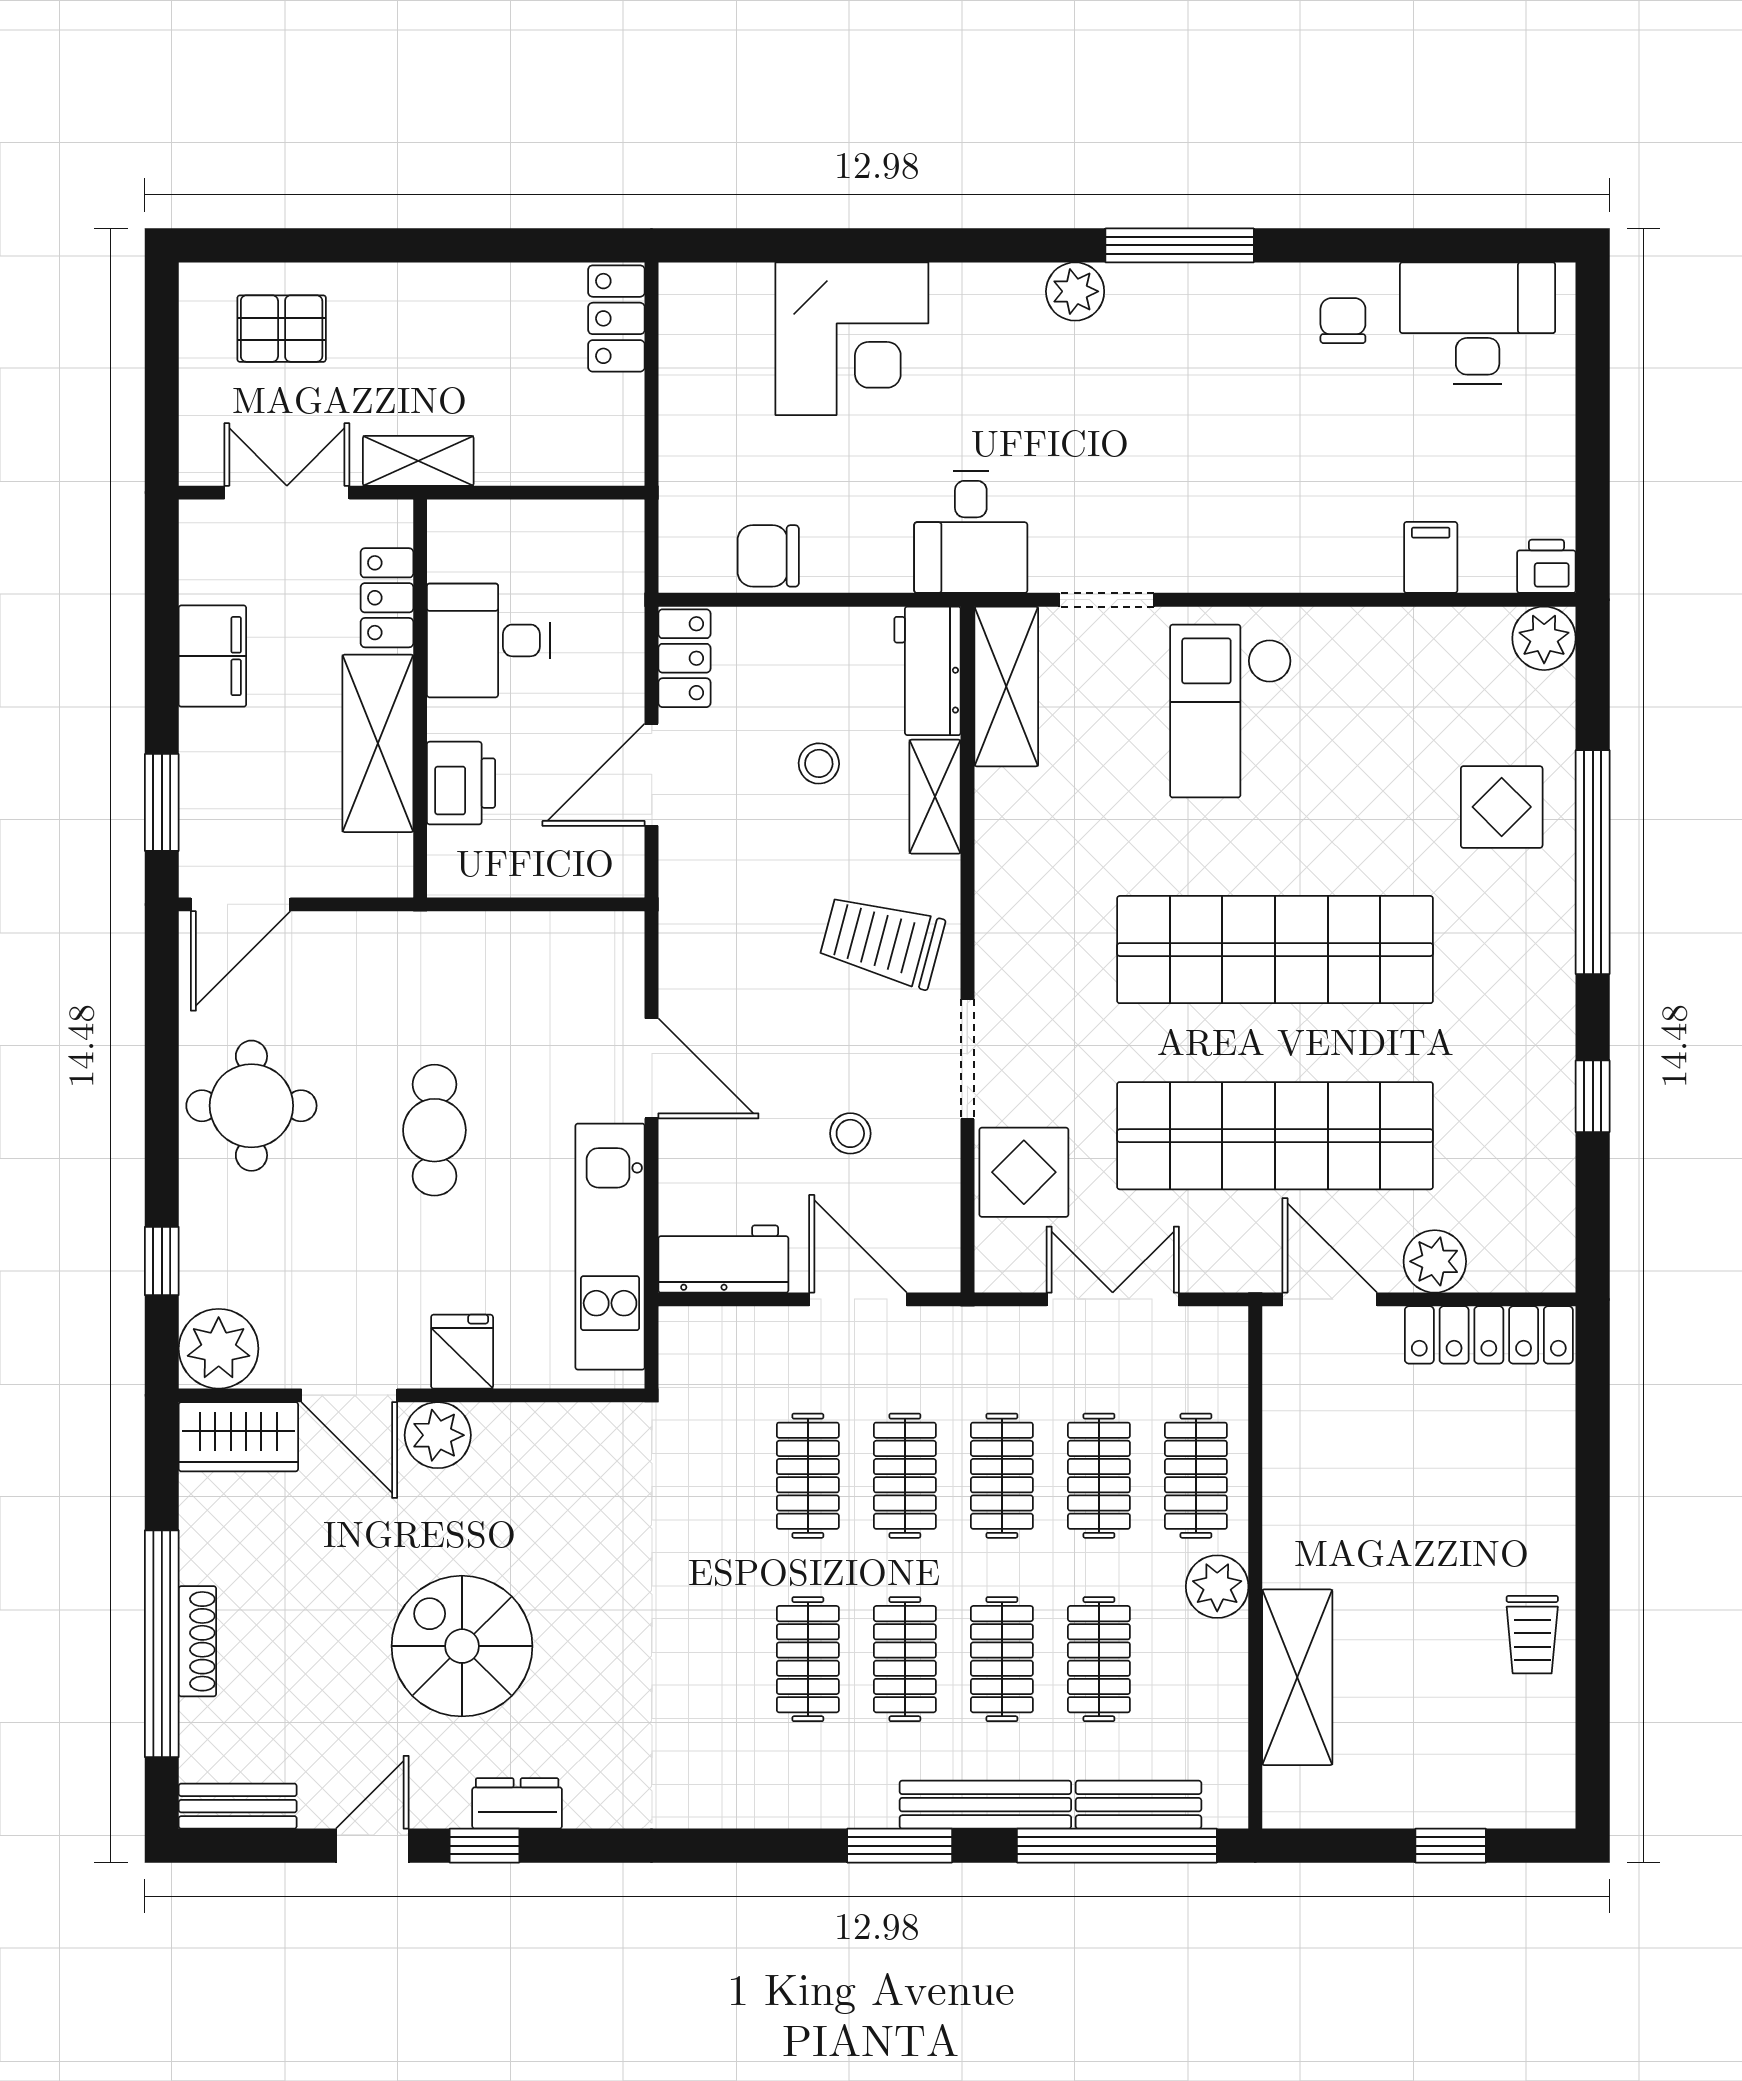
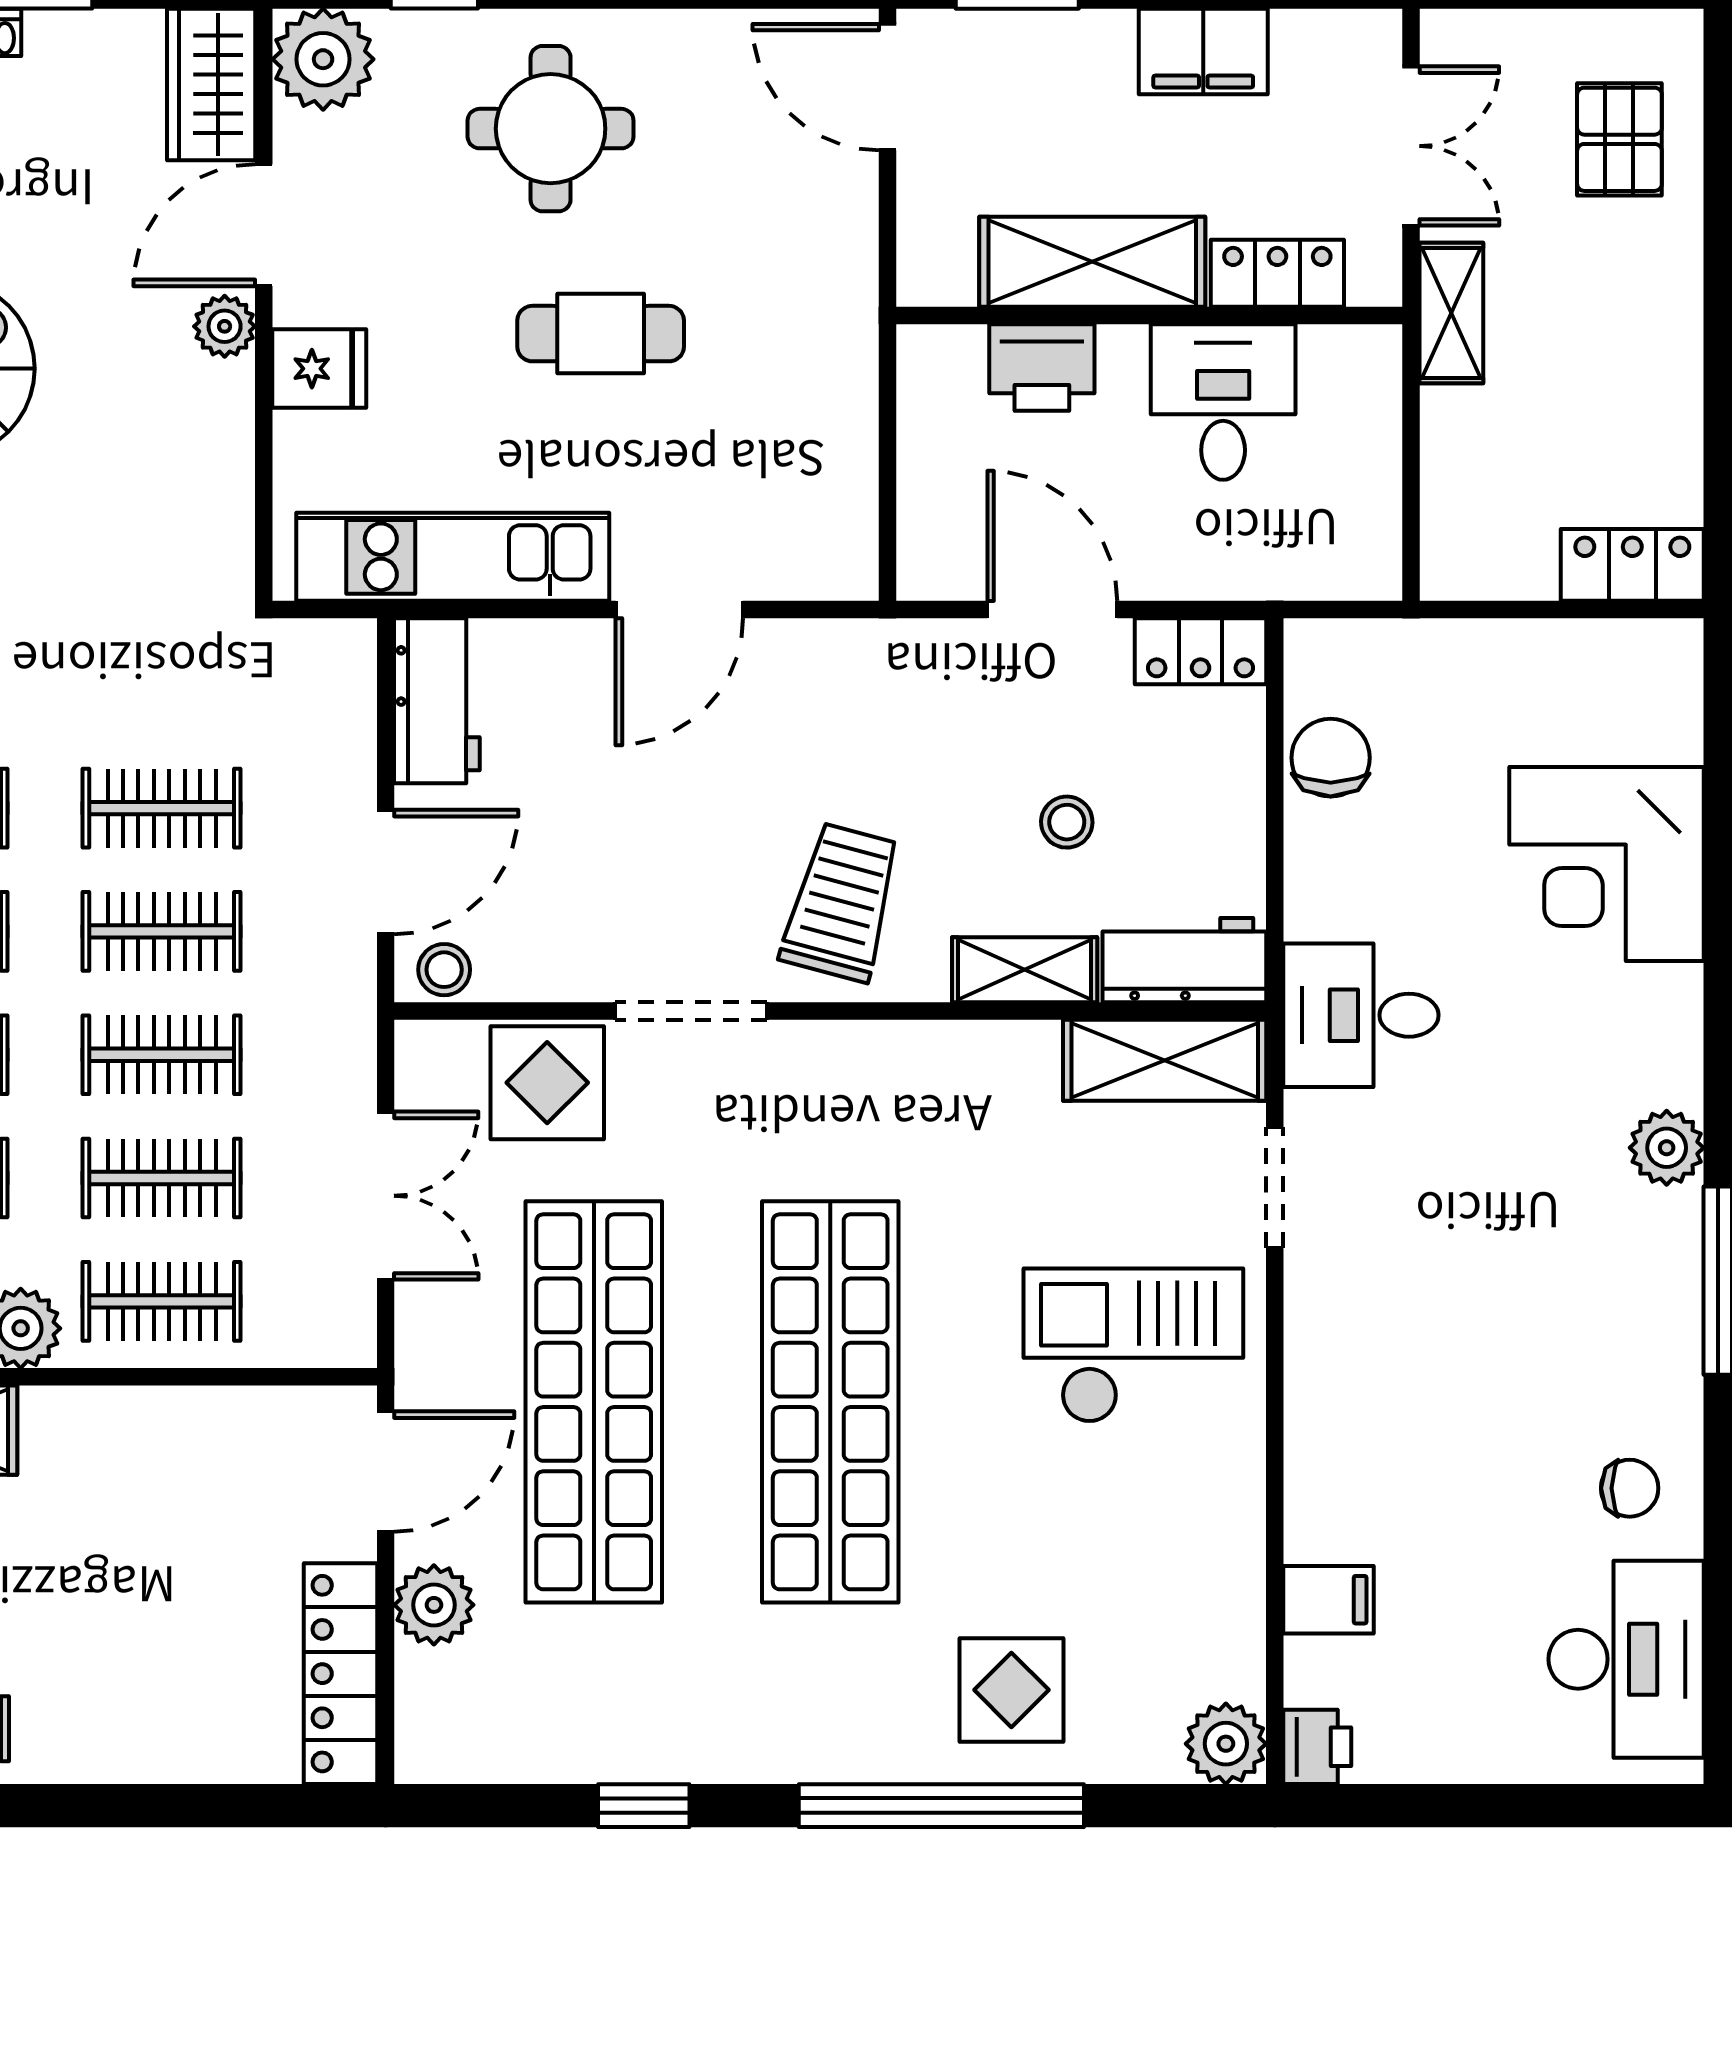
round table: (251, 1106) -> (551, 129), moved
stool: (850, 1133) -> (444, 970), moved
plant: (438, 1435) -> (225, 326), width x0.73, depth x0.73

